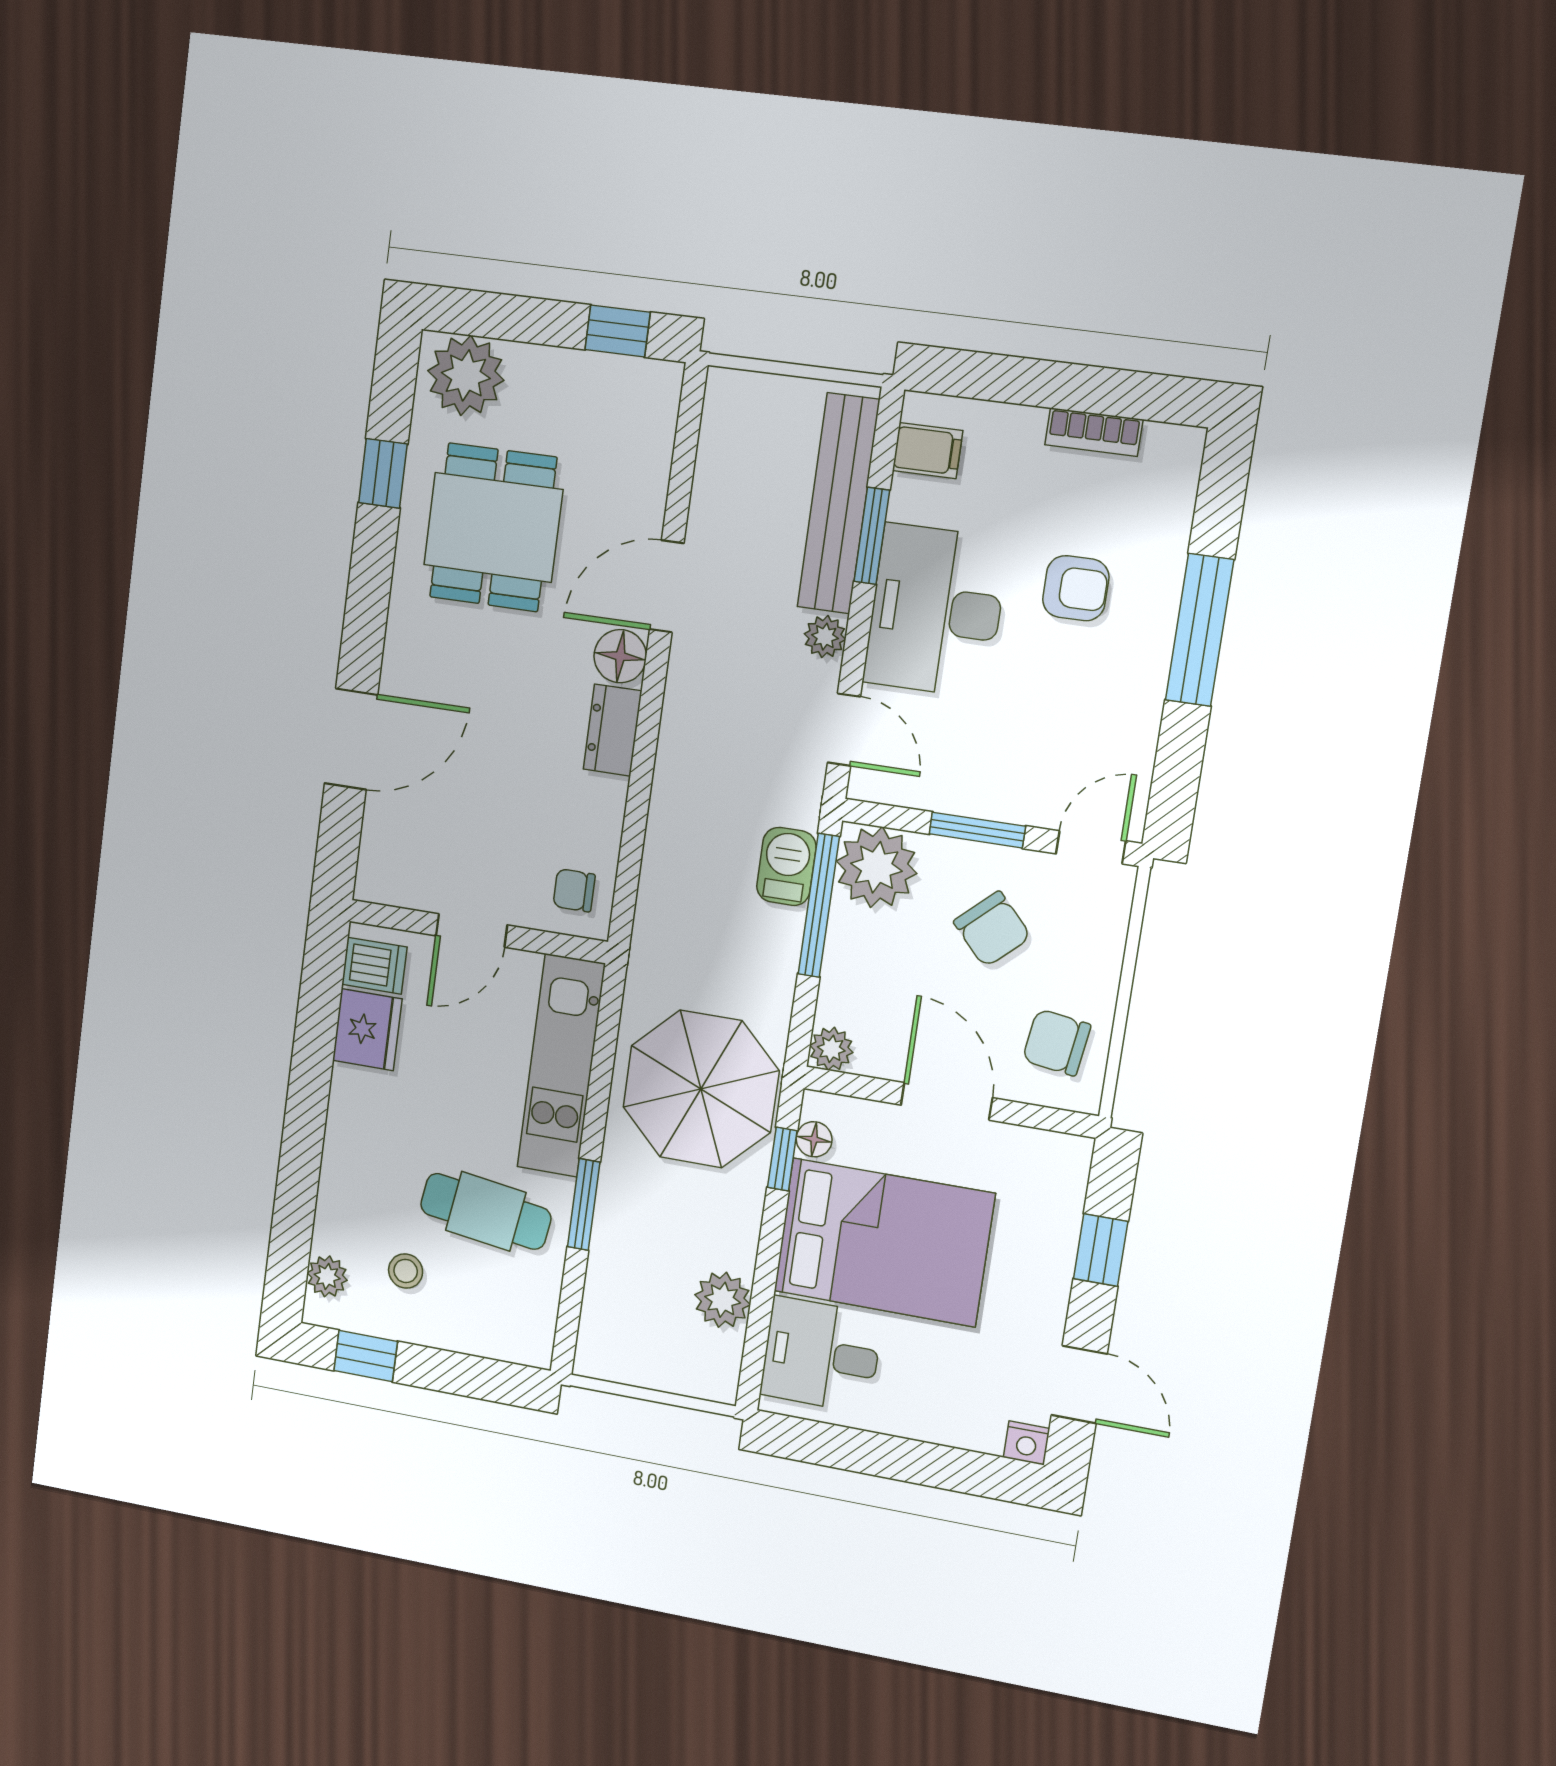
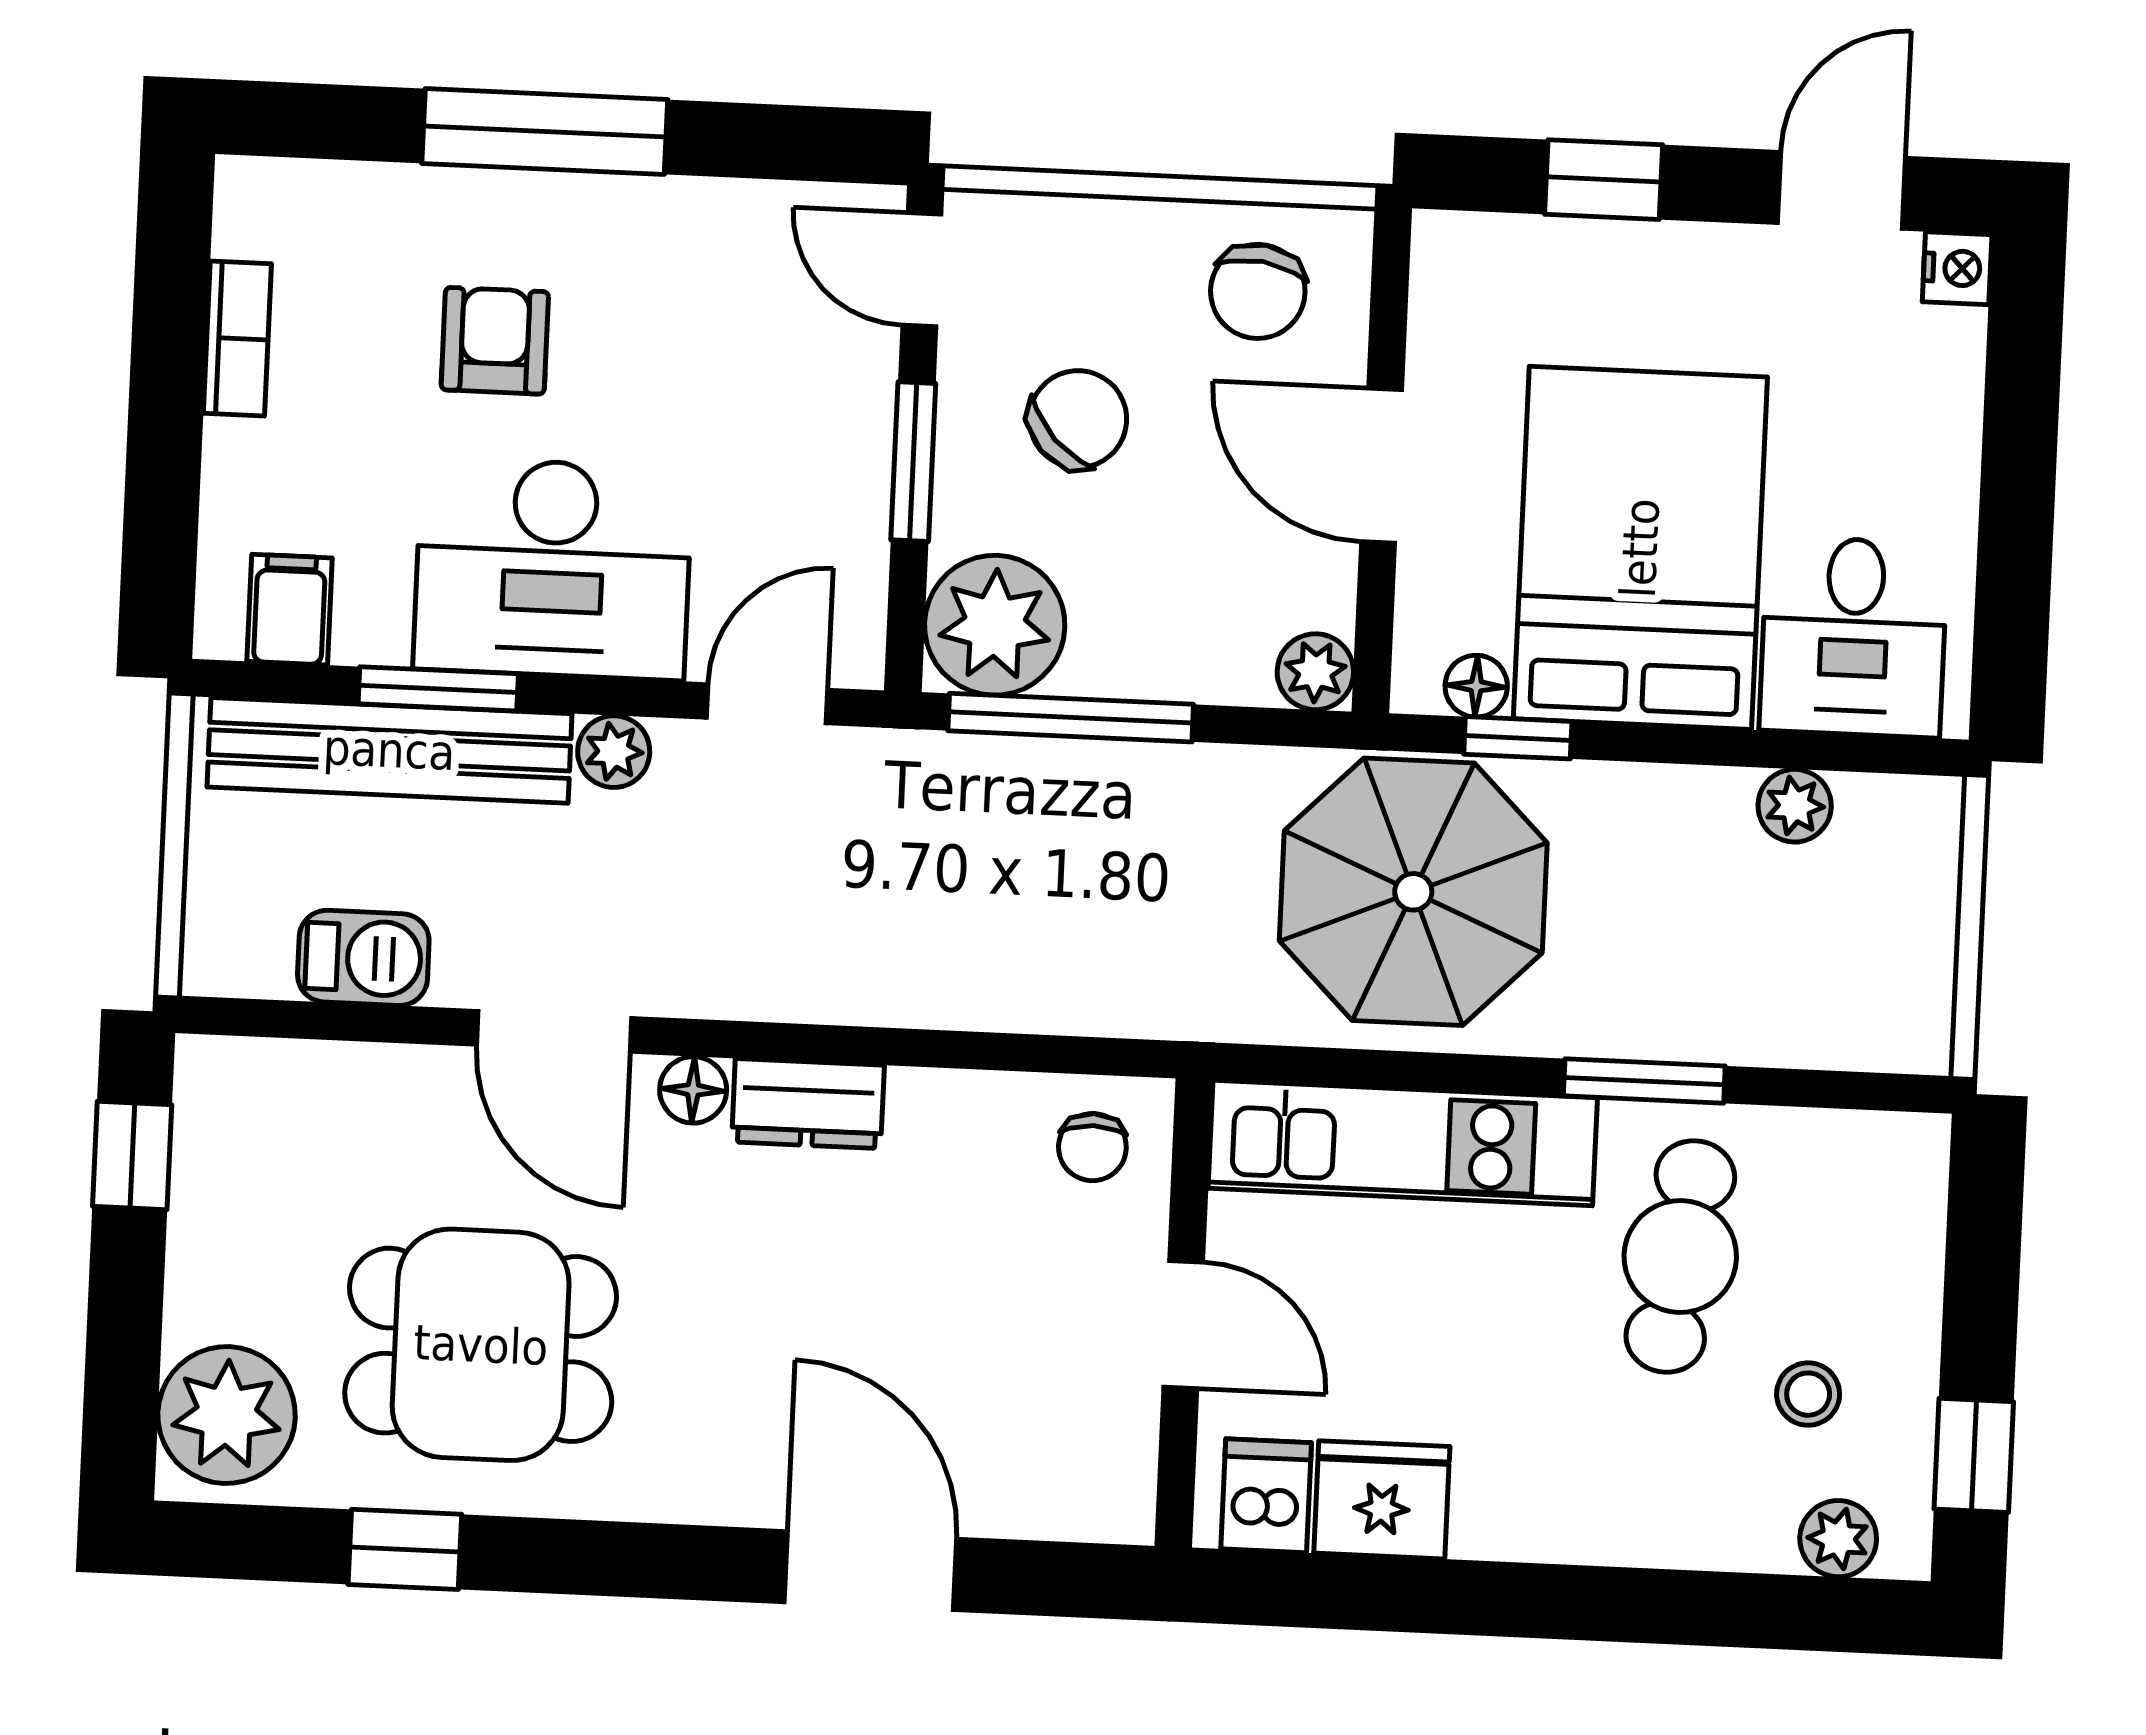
floor lamp: (620, 656) -> (693, 1090), width x0.73, depth x0.73
barbecue: (786, 866) -> (363, 958), moved, turned 180
door: (947, 1101) -> (1382, 466), hinge flipped
plant: (723, 1300) -> (1795, 806), width x0.73, depth x0.73

